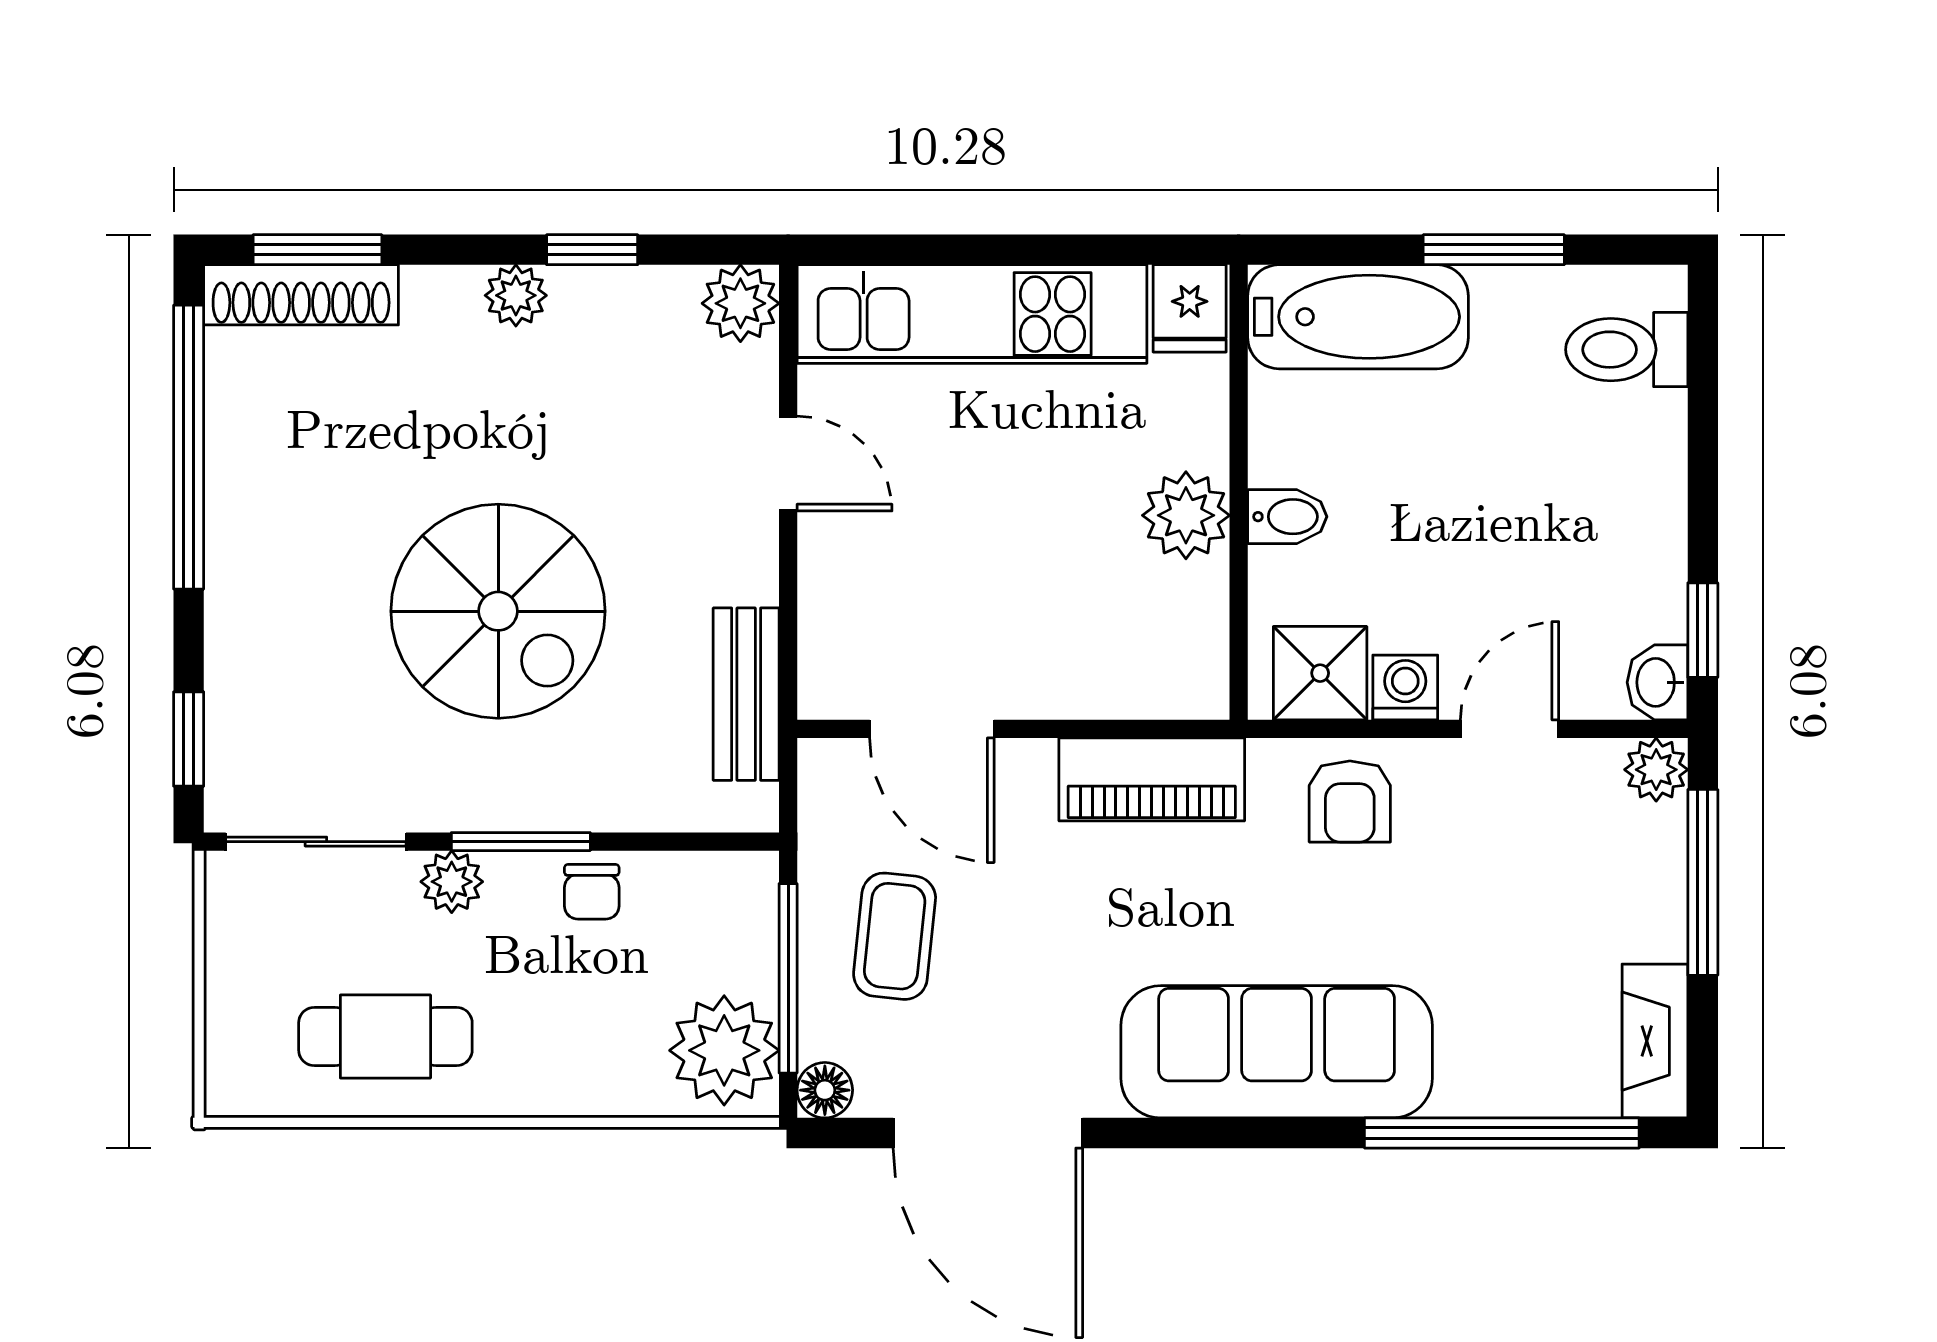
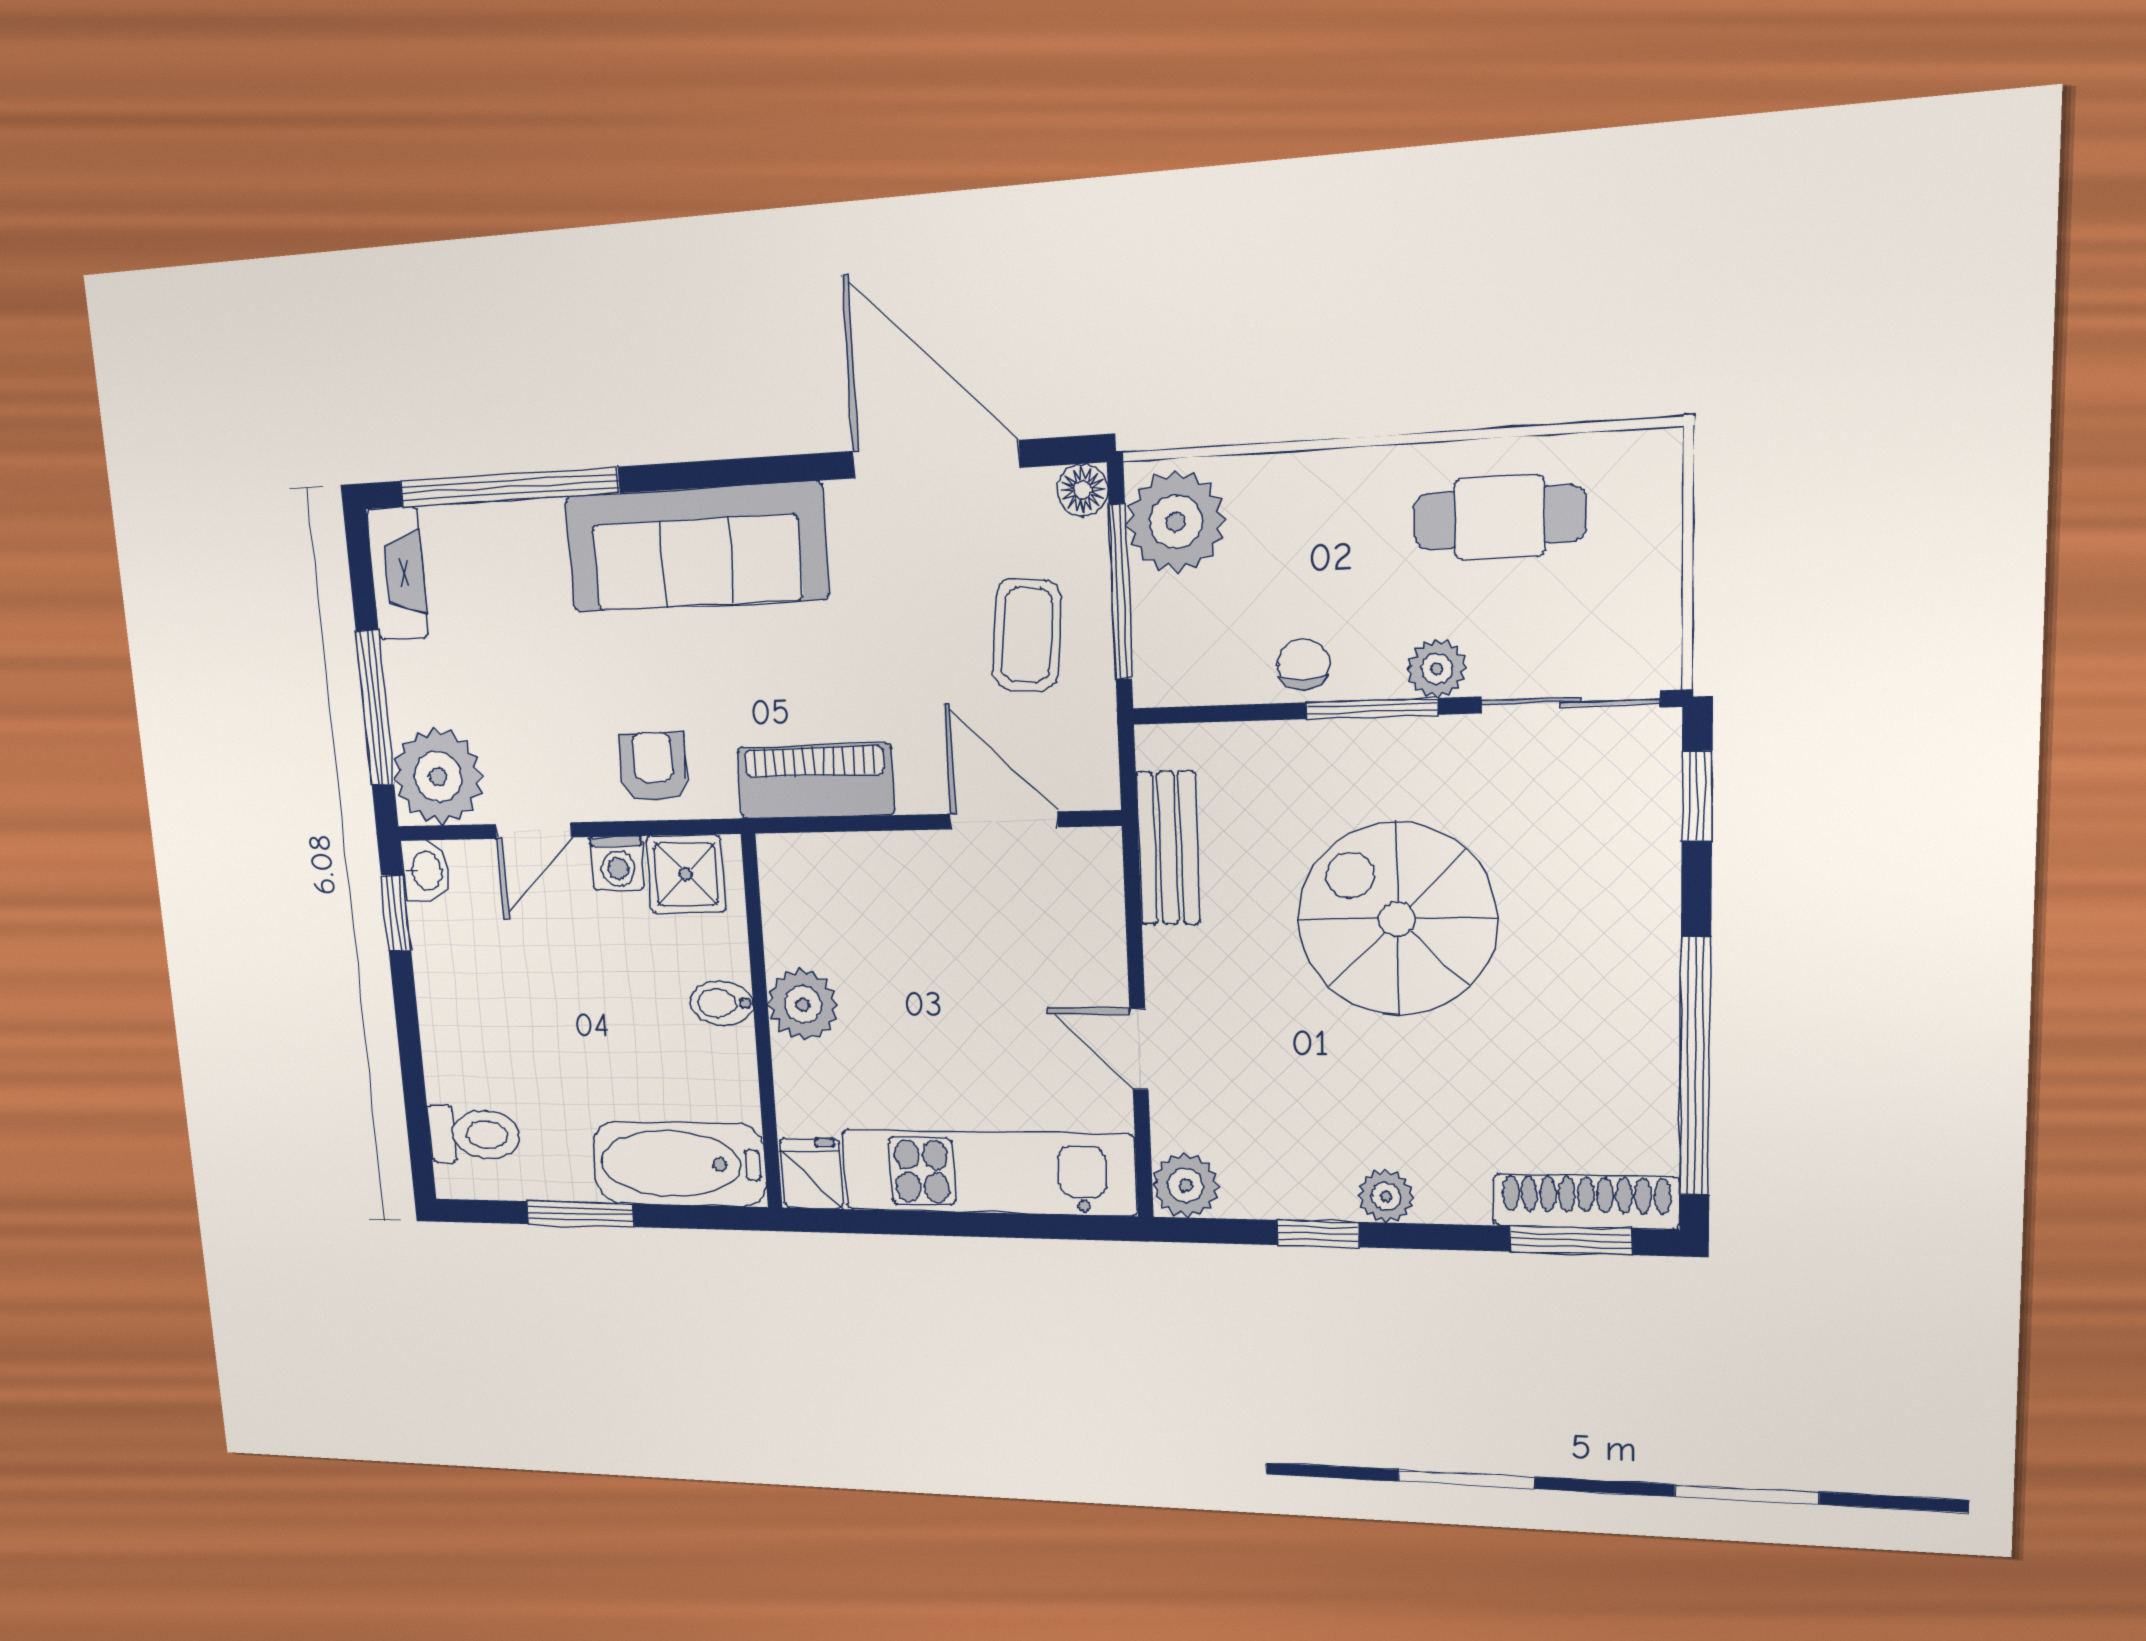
plant: (1656, 770) -> (438, 776), width x1.87, depth x1.87

